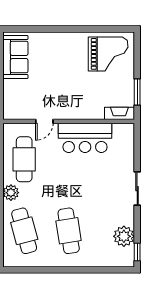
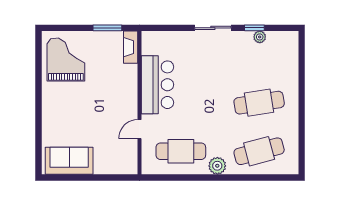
door: (44, 121) -> (139, 129), swing flipped
plant: (124, 236) -> (260, 37), width x0.53, depth x0.53
window: (137, 252) -> (254, 28), moved

